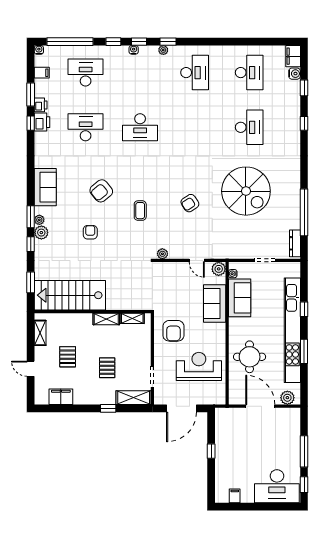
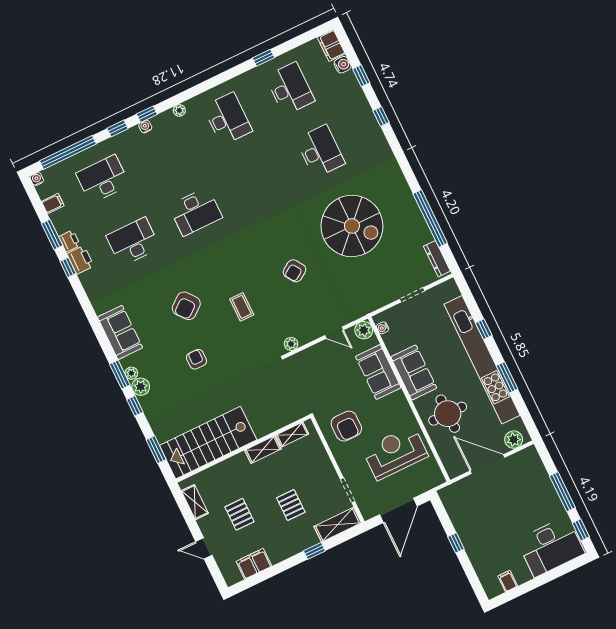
window: (168, 42) -> (263, 58), moved
sofa: (240, 298) -> (414, 372), moved

